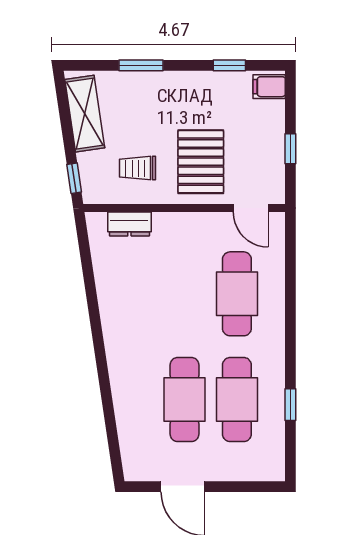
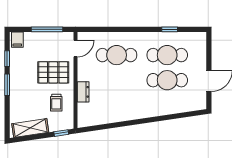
window: (141, 65) -> (7, 85), moved
window: (290, 149) -> (47, 29), width x2.17
dresser: (129, 224) -> (83, 92), moved

